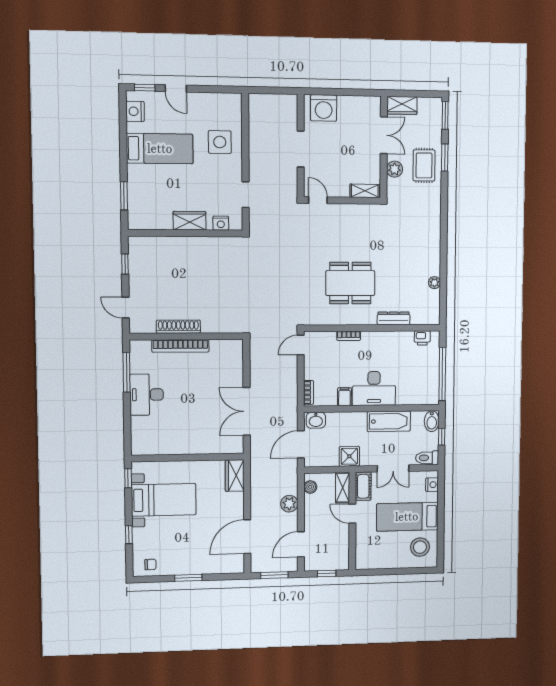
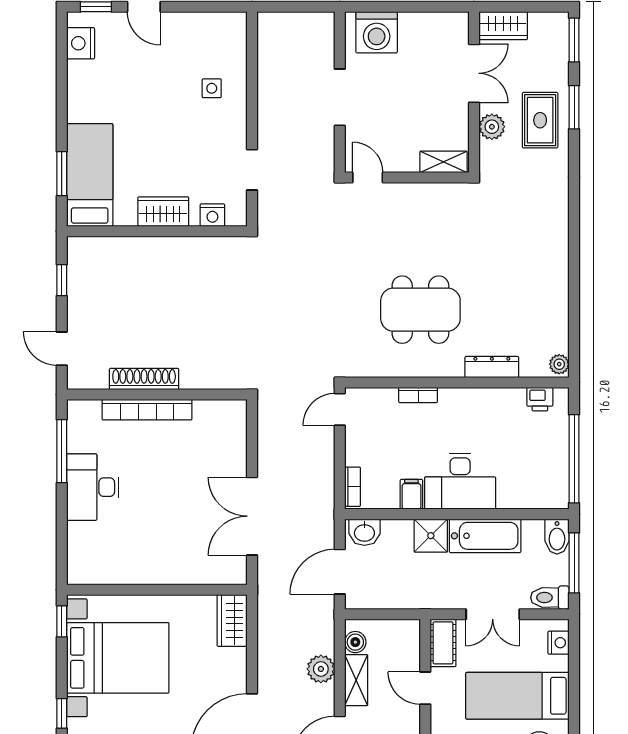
side table: (220, 142) -> (212, 88), width x0.54, depth x0.54
bed: (160, 149) -> (90, 175), moved, turned -90
plant: (434, 283) -> (559, 364), moved
window: (442, 437) -> (574, 563), width x2.17
shower: (349, 456) -> (431, 536), moved
shelving: (343, 488) -> (356, 680), moved
bed with nightstands: (164, 500) -> (118, 658), width x1.36

